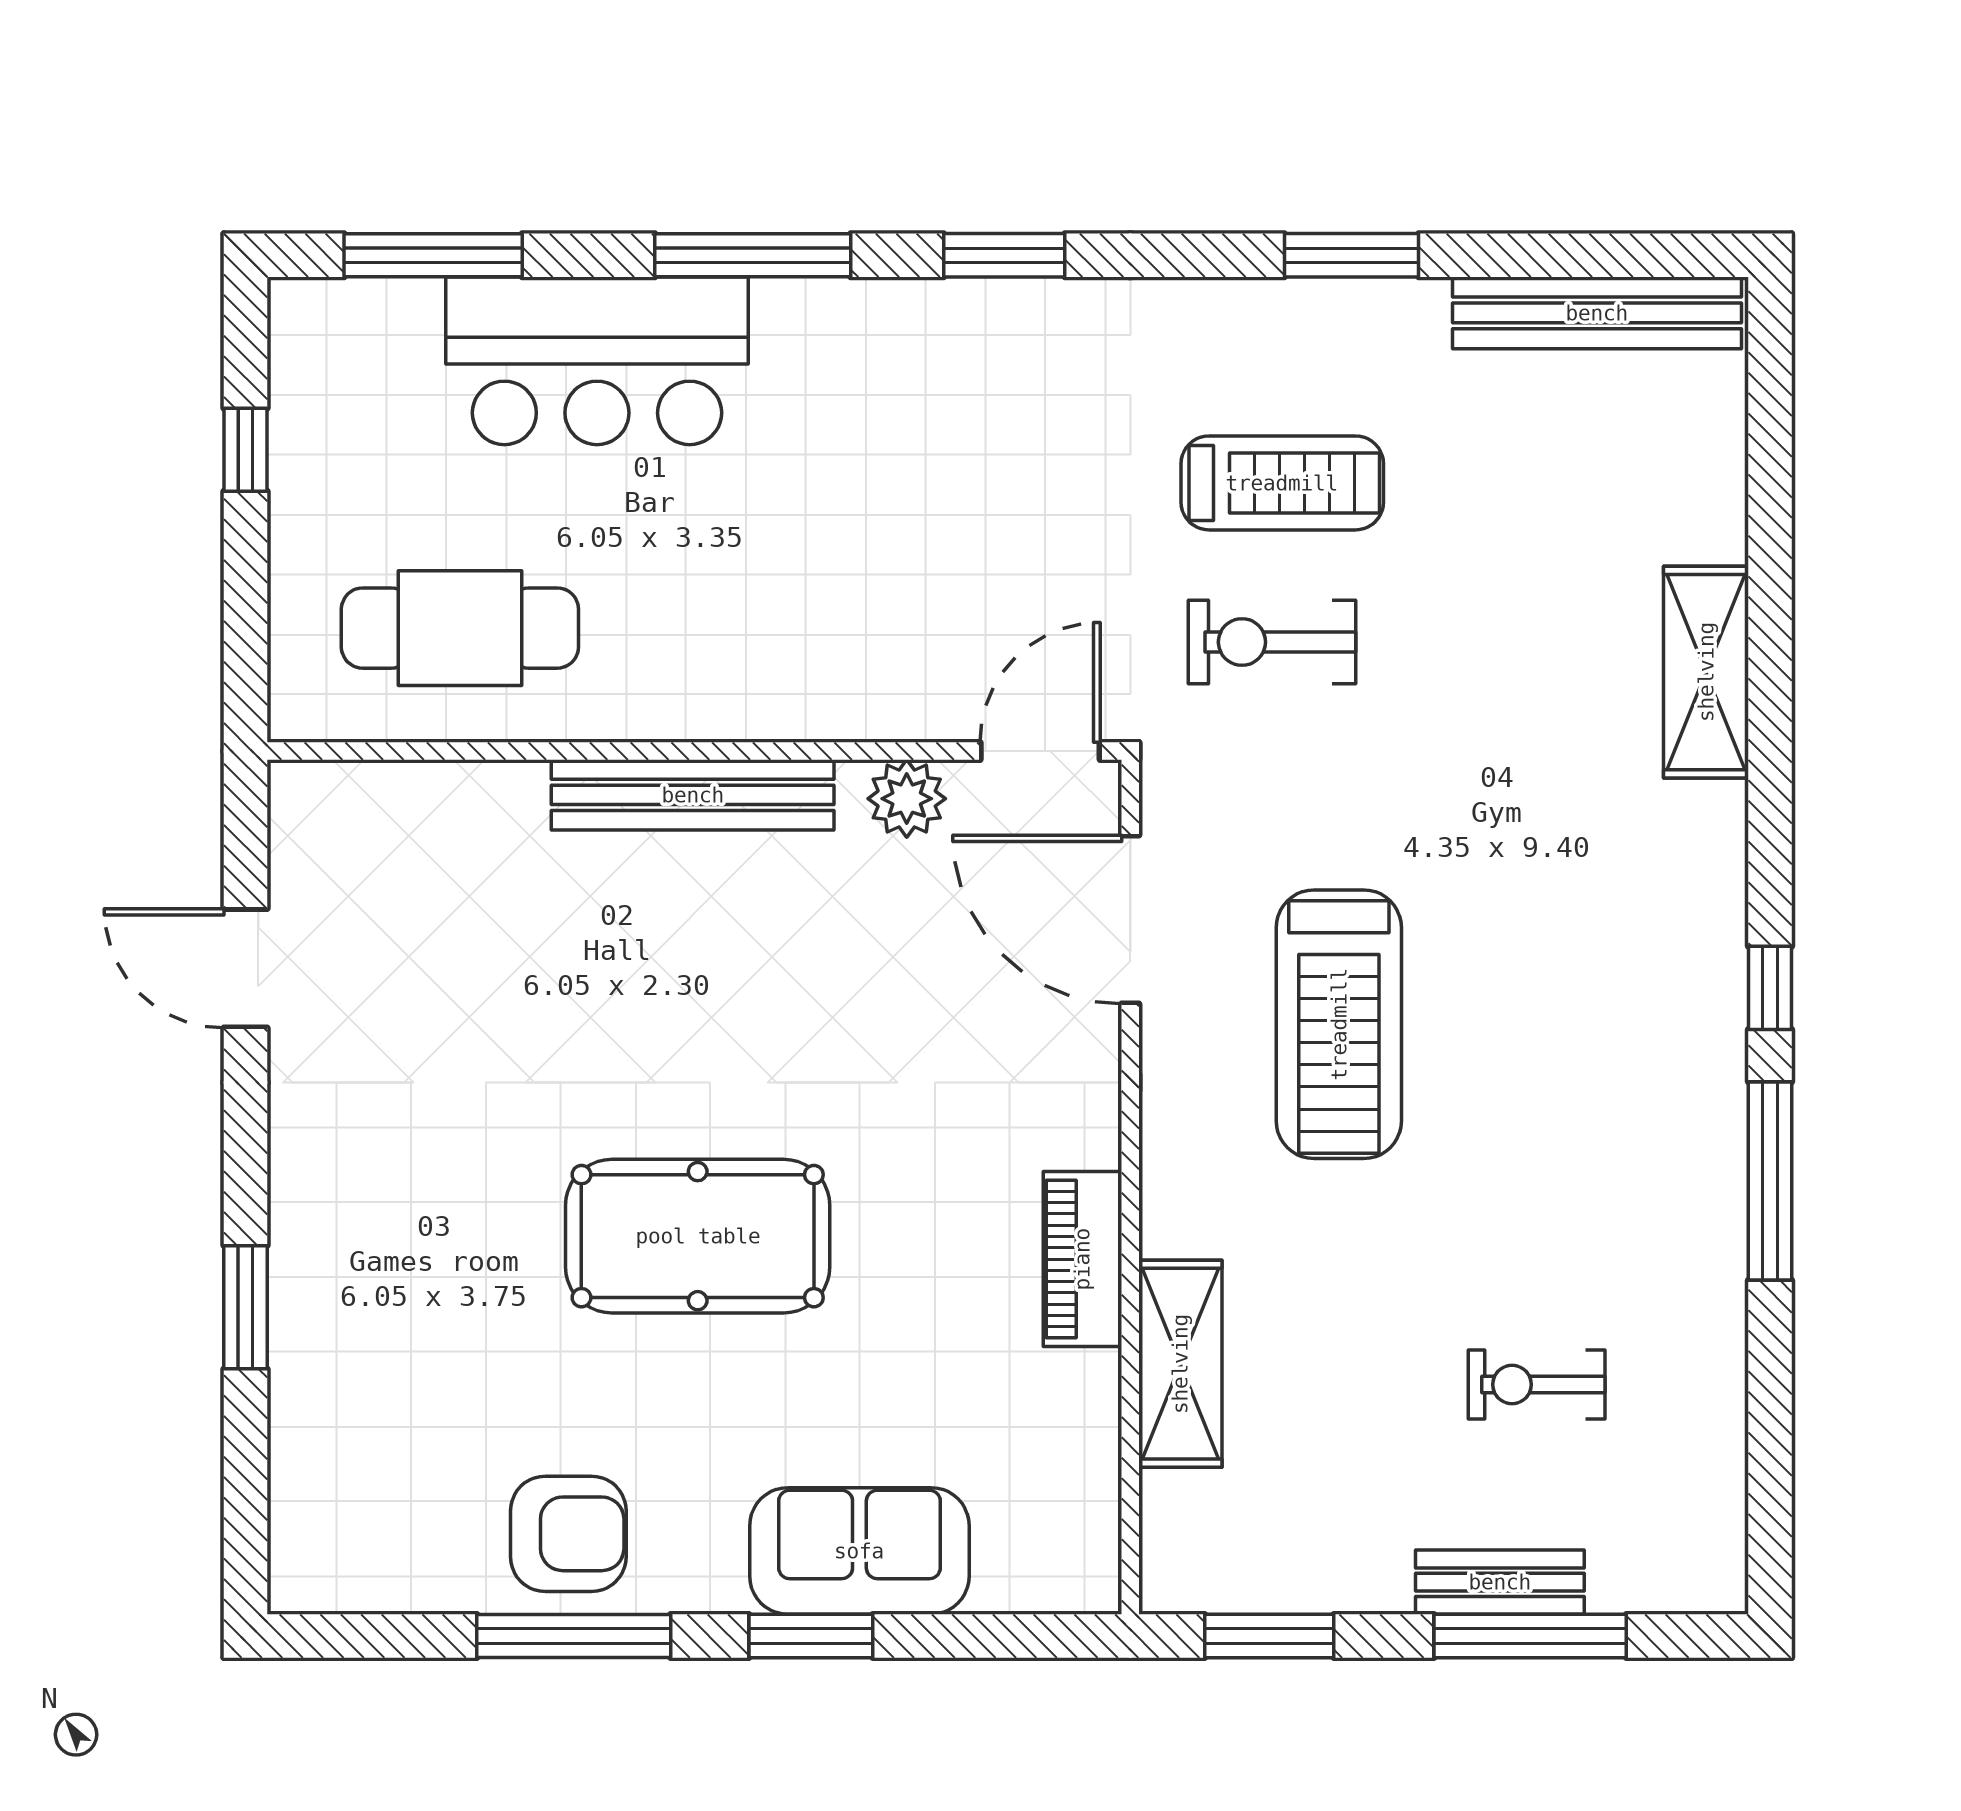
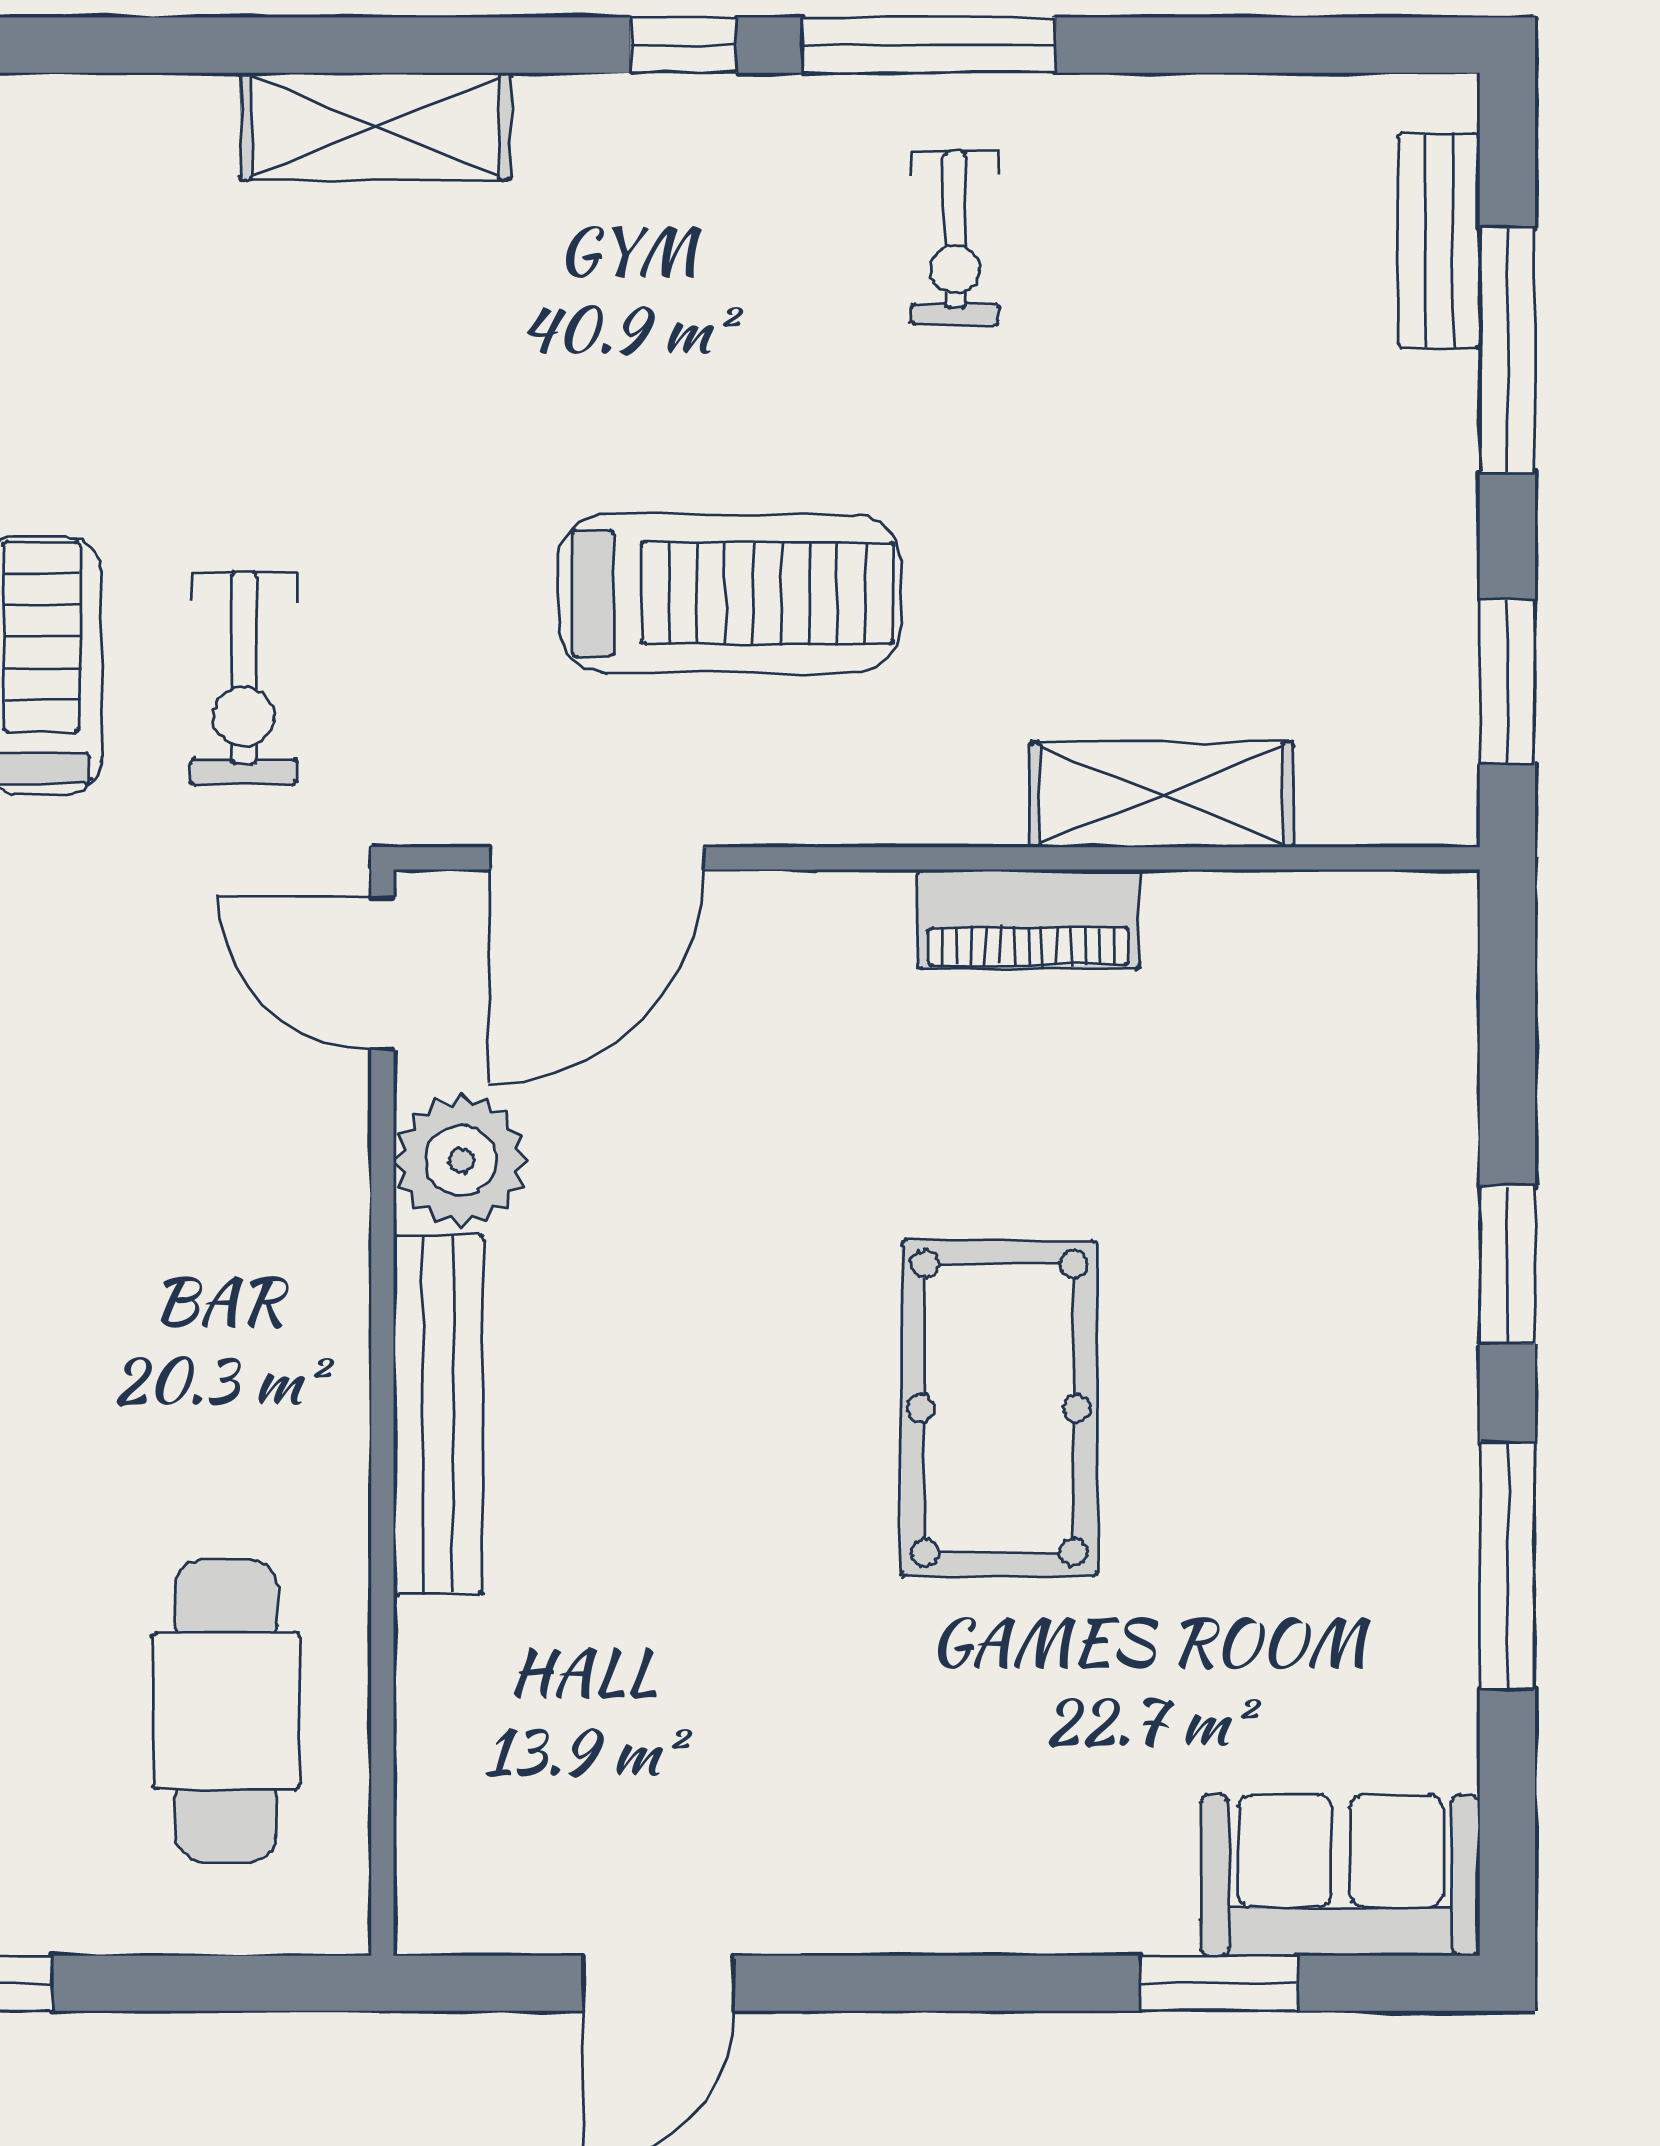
shelving: (1706, 672) -> (376, 126), moved
plant: (907, 799) -> (461, 1161), width x1.36, depth x1.36
window: (245, 1307) -> (1219, 1983), moved
exercise bike: (1537, 1385) -> (955, 238), moved
armchair: (568, 1534) -> (1378, 1573), removed
sofa: (859, 1551) -> (1340, 1875), moved, turned 90
bench: (1500, 1582) -> (1439, 241), moved

